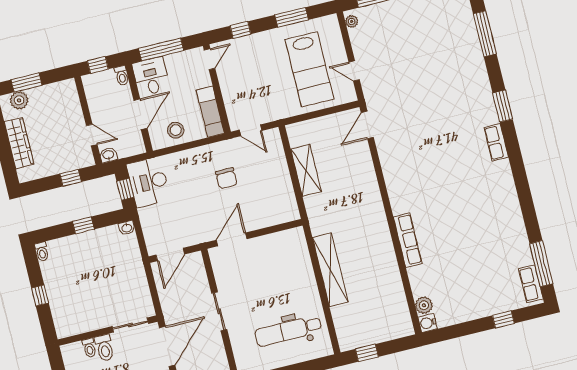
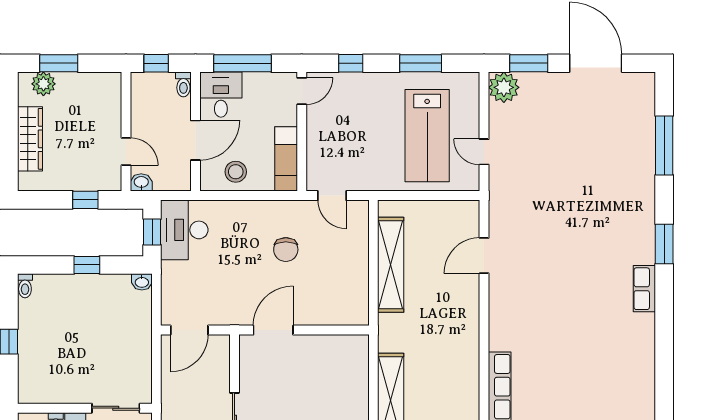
plant: (352, 21) -> (504, 87), width x1.88, depth x1.88
door: (367, 125) -> (484, 256), moved
shelving: (306, 170) -> (391, 265), width x1.47

